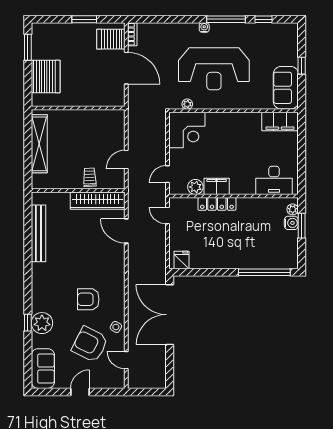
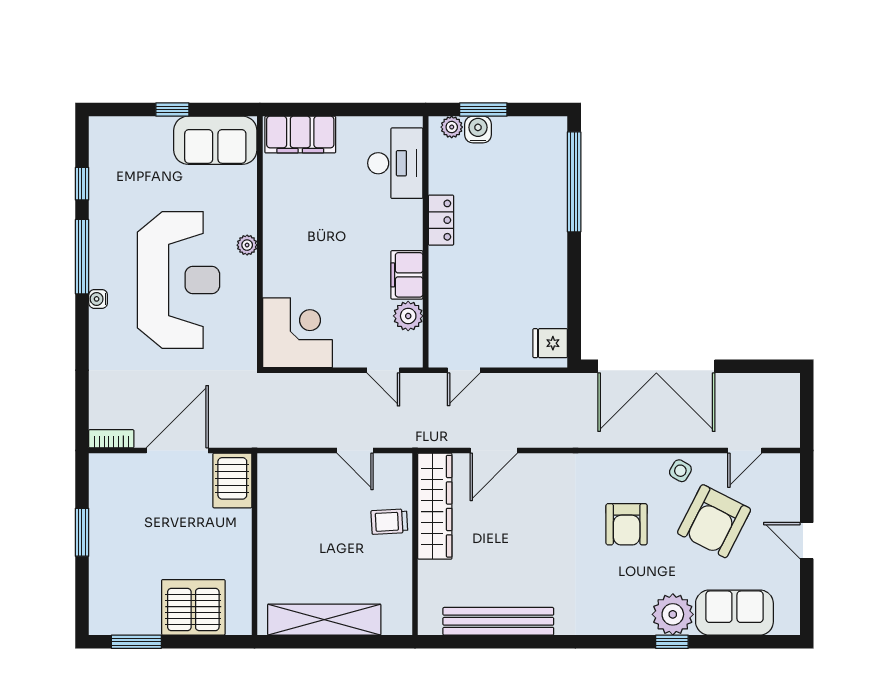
server rack: (111, 39) -> (232, 480), moved
plant: (187, 104) -> (247, 245), moved
filing cabinet: (280, 122) -> (300, 135), moved, turned 90
locker: (217, 204) -> (441, 220), moved, width x0.66
sofa: (43, 369) -> (734, 613), moved

